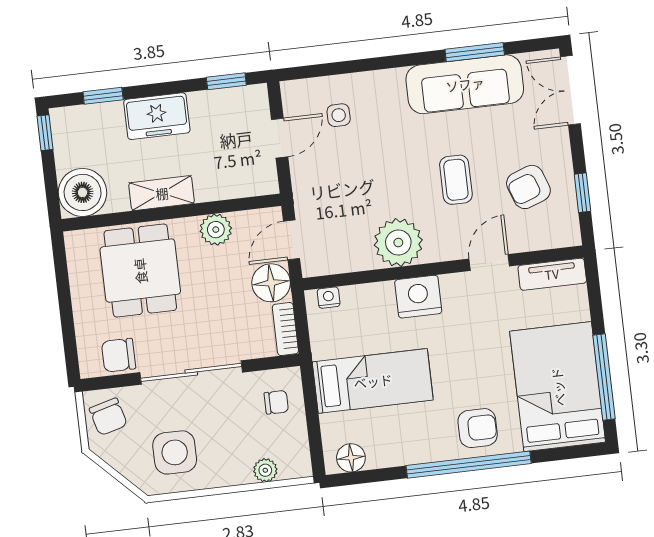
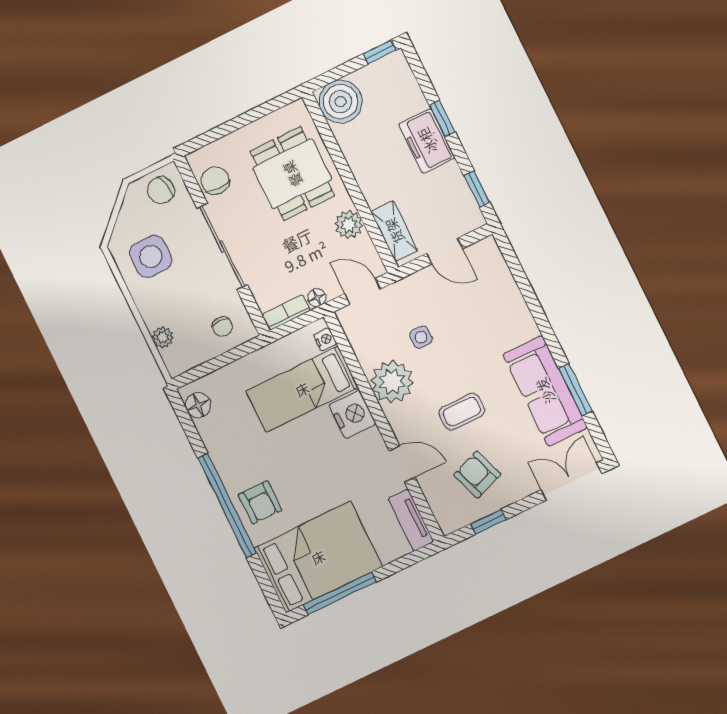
window: (103, 96) -> (442, 118), moved
side table: (339, 115) -> (421, 337), moved
shelving: (162, 193) -> (394, 231), moved
dining table: (140, 271) -> (292, 174), turned 90
floor lamp: (271, 283) -> (317, 298), width x0.53, depth x0.53
bed: (373, 381) -> (302, 389), moved, turned 90

